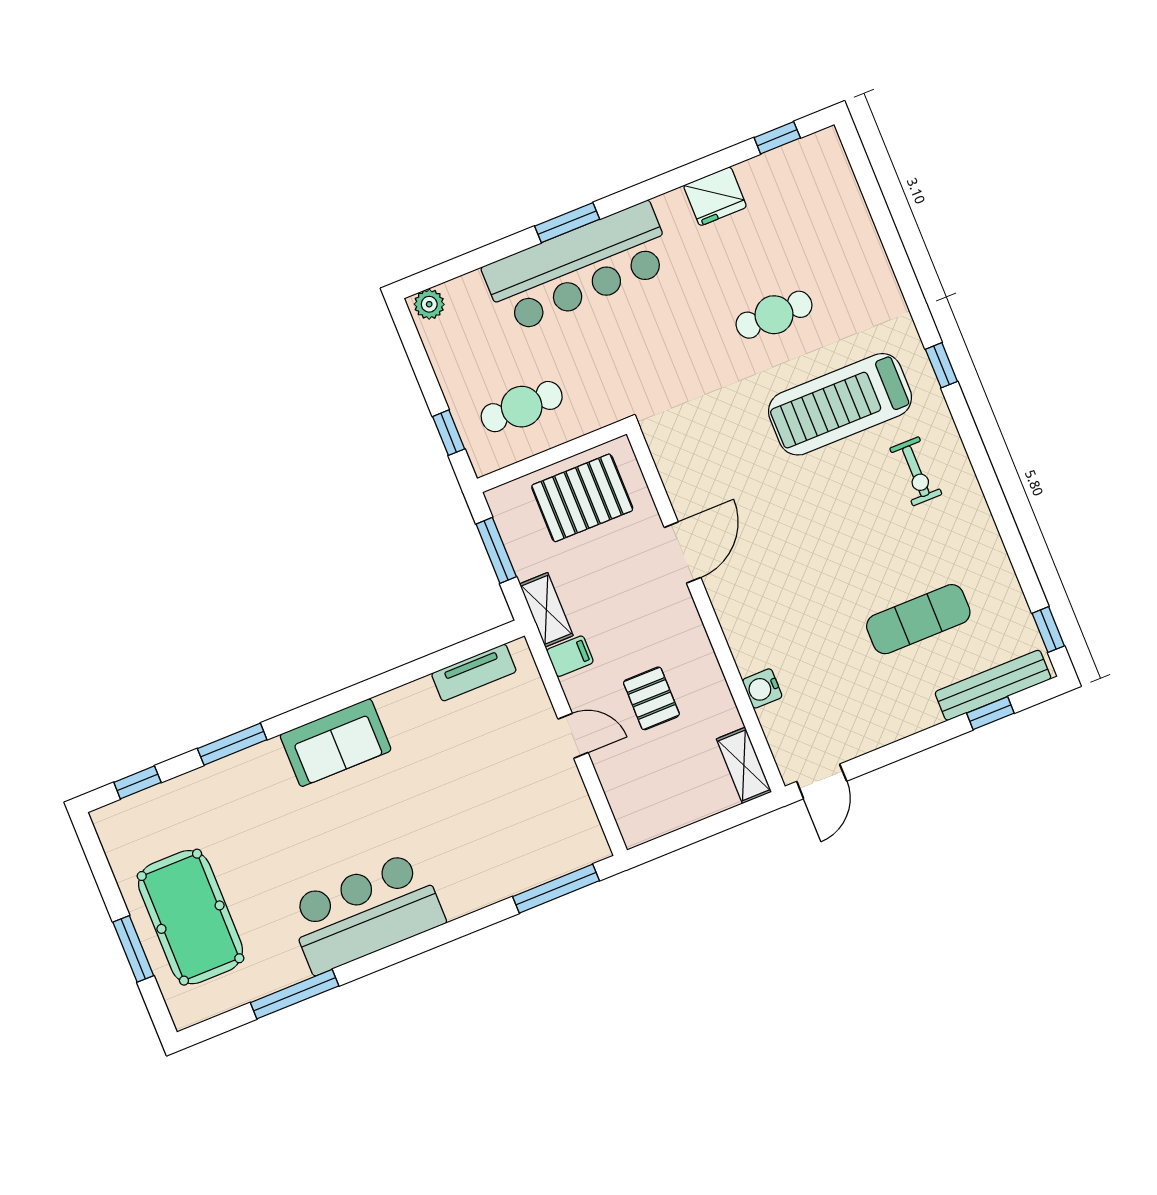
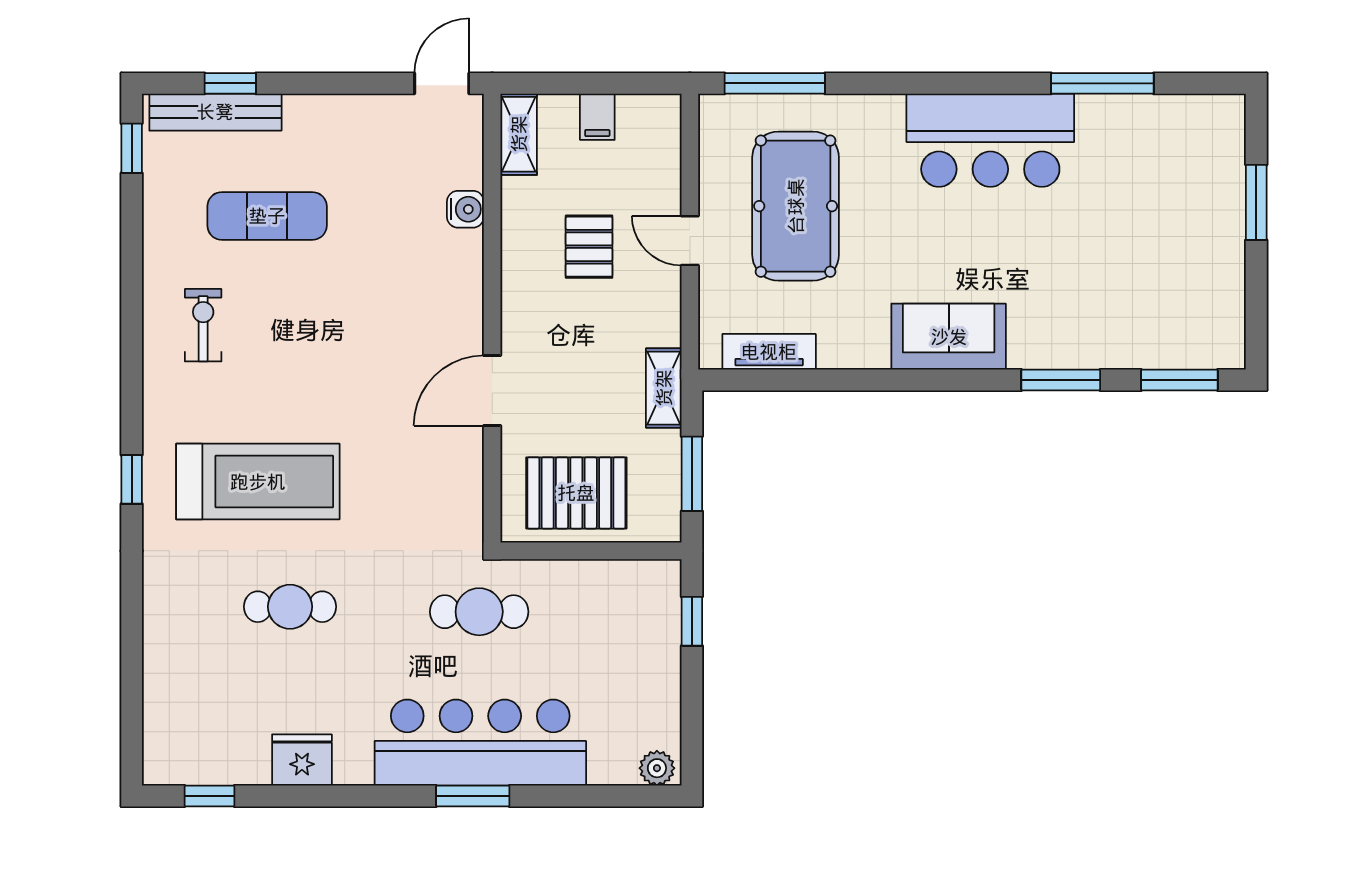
cafe table: (522, 407) -> (479, 612), moved
exercise bike: (916, 471) -> (203, 325), moved
filing cabinet: (570, 656) -> (597, 117), moved, turned -90
window: (137, 782) -> (1179, 380), width x1.50
pool table: (191, 917) -> (796, 206), moved

